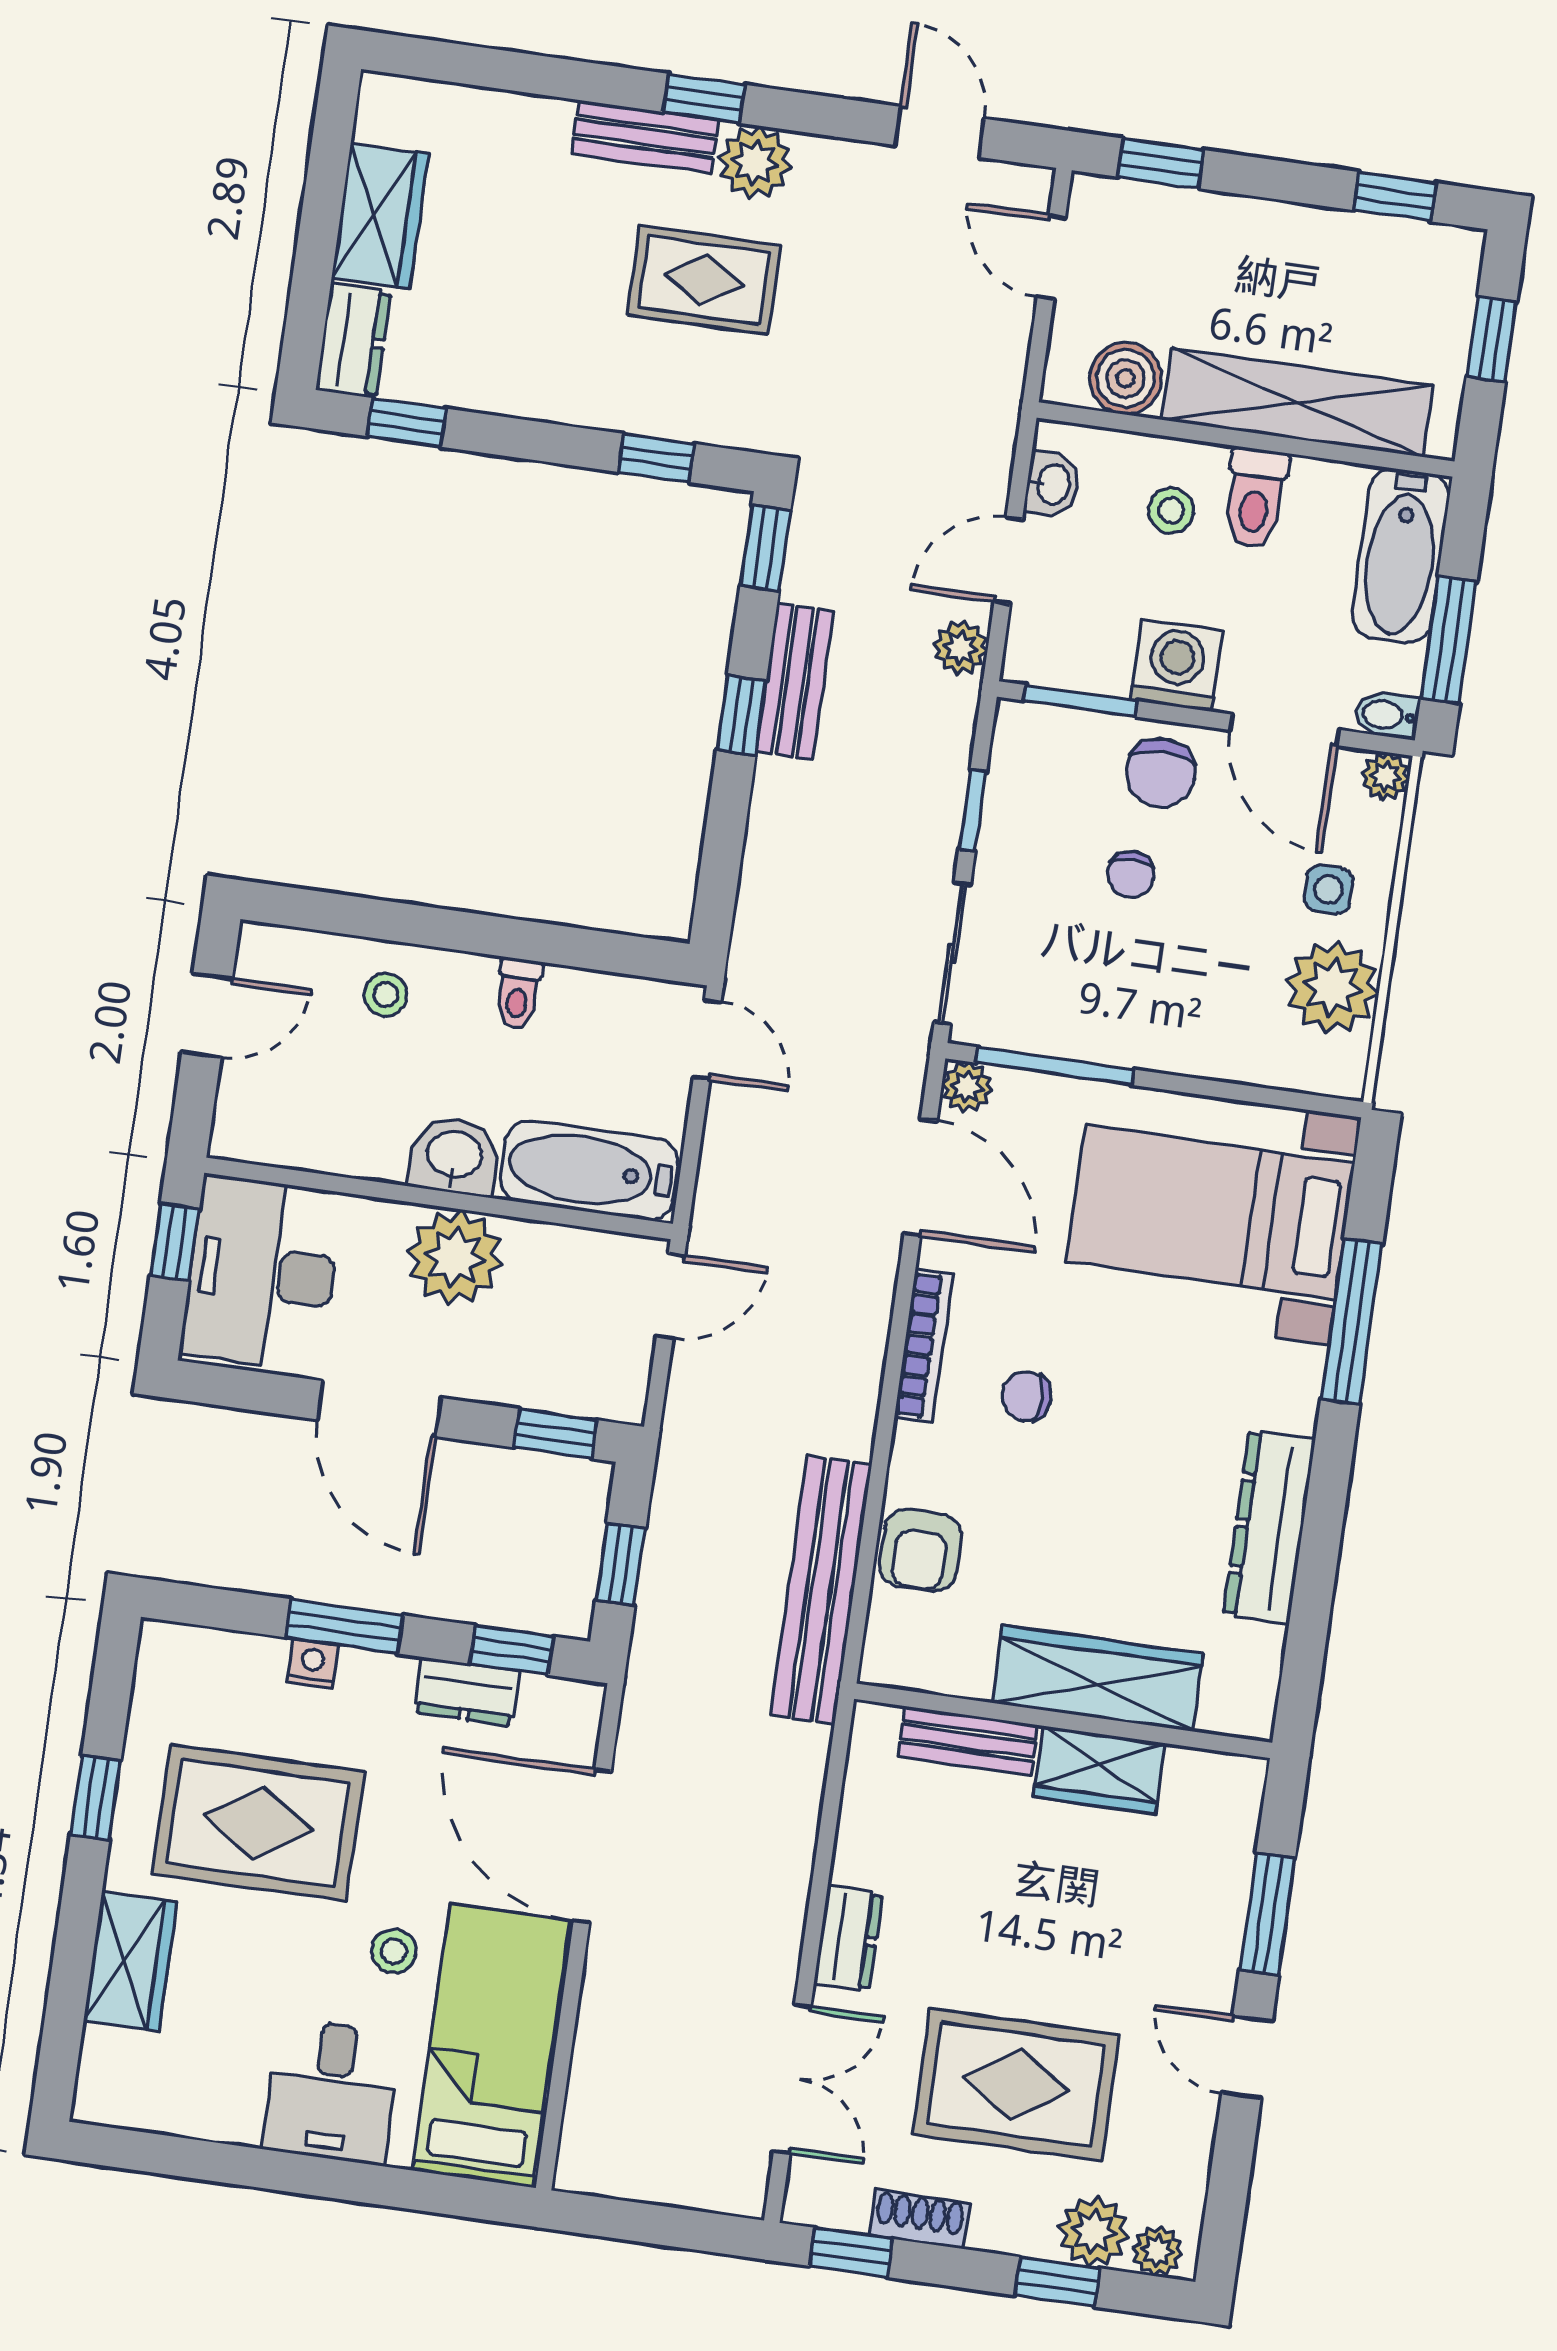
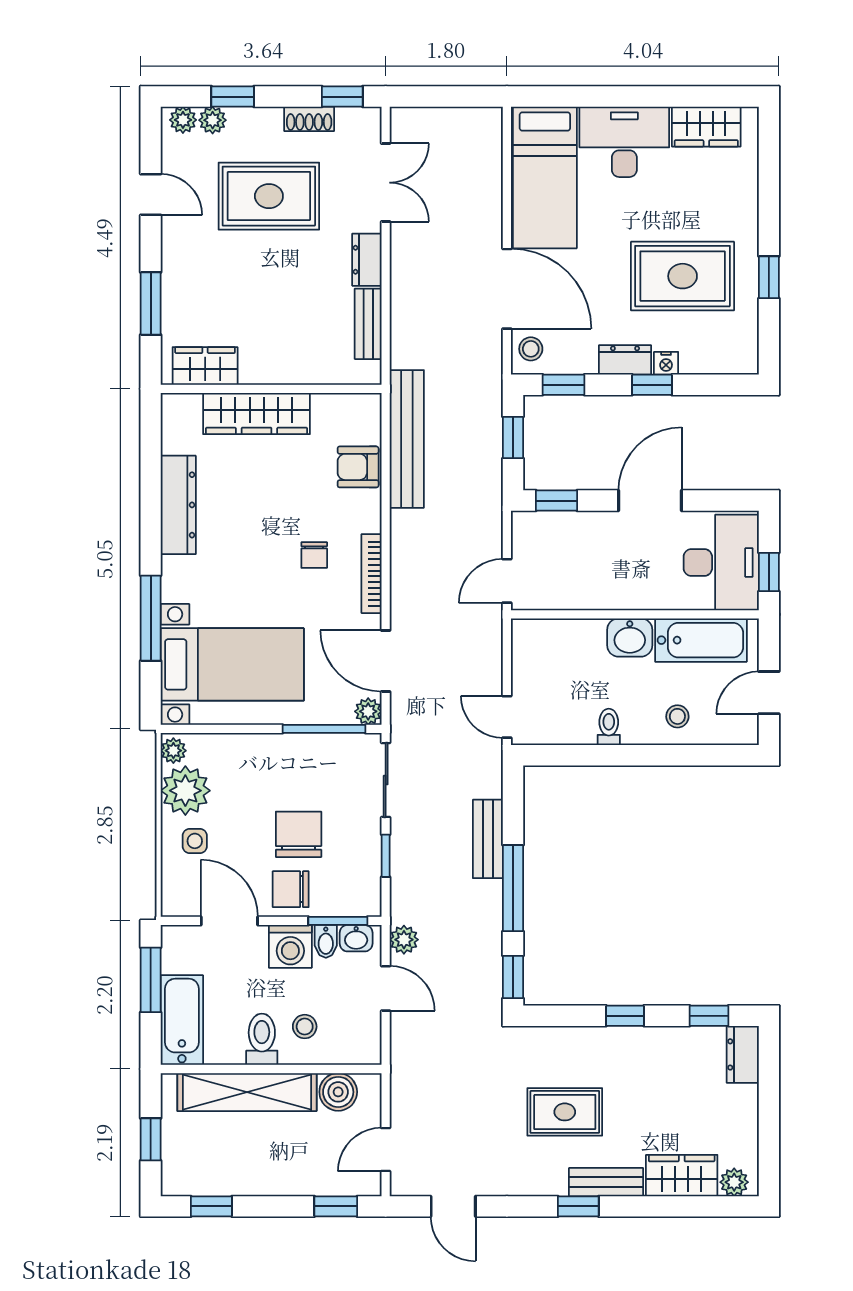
plant: (755, 162) -> (734, 1182), moved, width x0.73, depth x0.73
wardrobe: (380, 216) -> (682, 1176), moved, turned 90
door: (1051, 257) -> (386, 1150), swing flipped
window: (656, 458) -> (625, 1016), moved
washbasin: (1052, 484) -> (356, 938), moved, turned -90
door: (1008, 561) -> (386, 988), hinge flipped
bench: (795, 681) -> (488, 839), moved
window: (742, 715) -> (513, 888), width x2.17
bidet: (1387, 715) -> (326, 941), moved, turned 90
chair: (1161, 773) -> (291, 889), turned -90
plant: (1386, 776) -> (173, 751), moved
chair: (1131, 874) -> (299, 834), width x1.87, depth x1.87
bathtub: (589, 1170) -> (701, 640), moved
plant: (455, 1257) -> (622, 585), removed
chair: (1027, 1396) -> (314, 555), turned 90
door: (379, 1409) -> (650, 501), hinge flipped
armchair: (920, 1550) -> (358, 467), turned -90
window: (345, 1626) -> (652, 385), width x0.67
dresser: (467, 1692) -> (625, 360), moved
bench: (968, 1741) -> (368, 324), moved, turned 90
wardrobe: (1099, 1770) -> (205, 366), moved
stool: (394, 1951) -> (531, 349), moved
wardrobe: (130, 1961) -> (706, 127), moved, turned -90
door: (1247, 2057) -> (151, 195), moved
double door: (792, 2079) -> (386, 183), swing flipped
desk: (332, 2091) -> (624, 142), width x1.37
plant: (1093, 2232) -> (213, 120), width x0.73, depth x0.73

